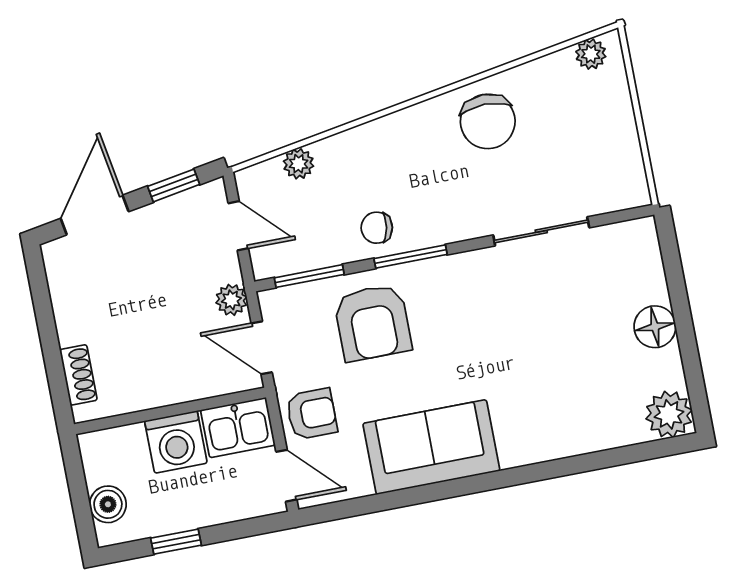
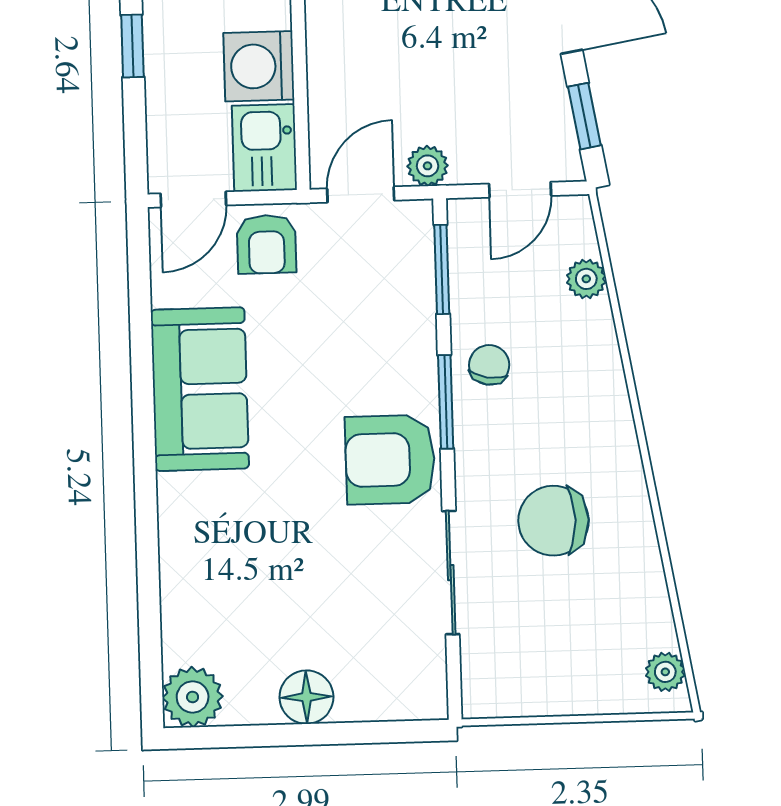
chair: (488, 121) -> (553, 521), moved
armchair: (373, 323) -> (390, 460), moved

